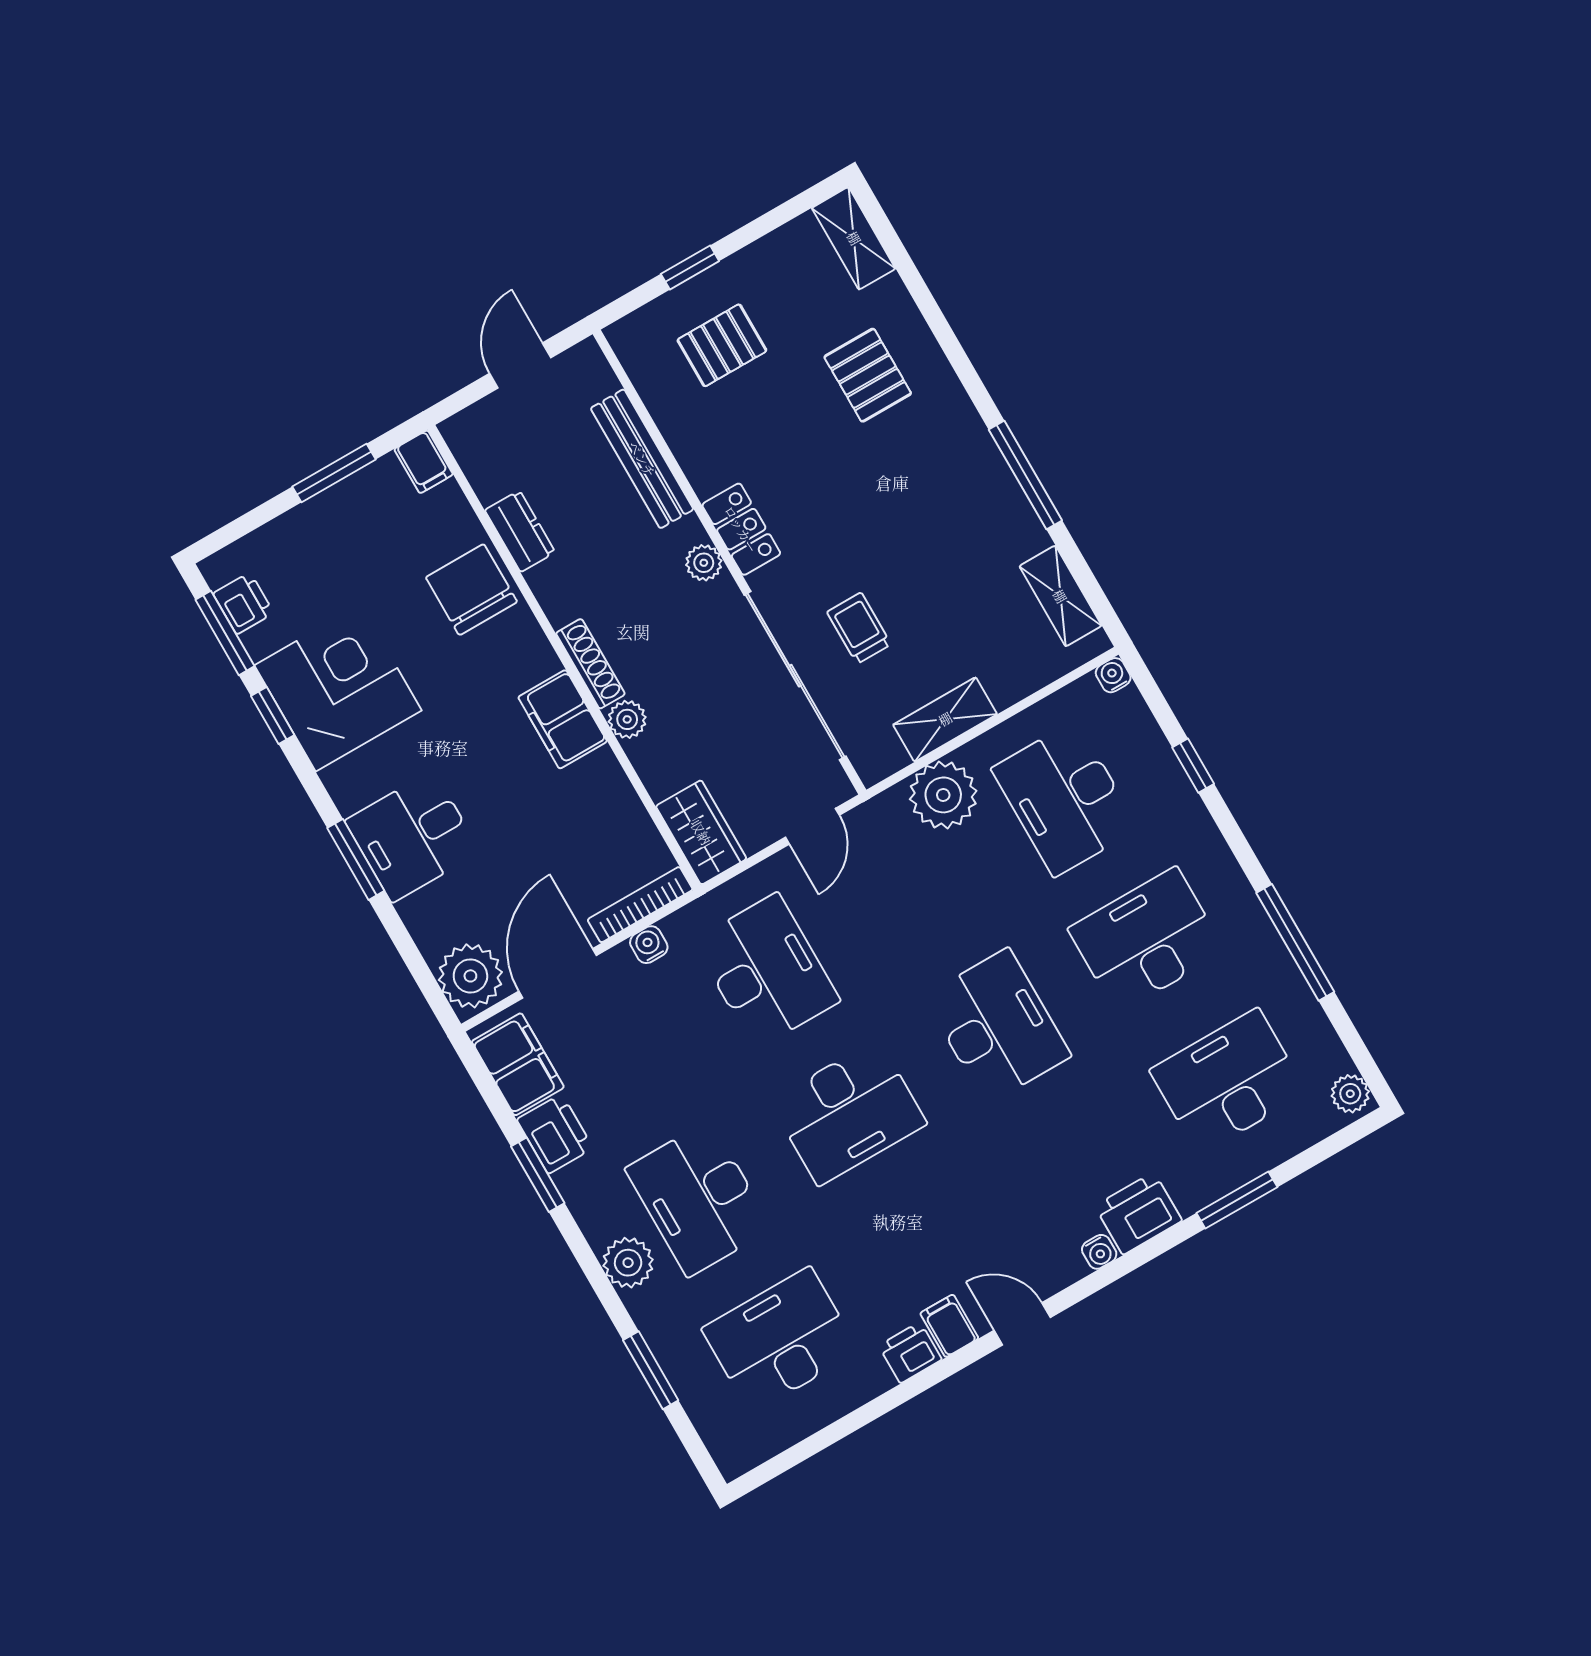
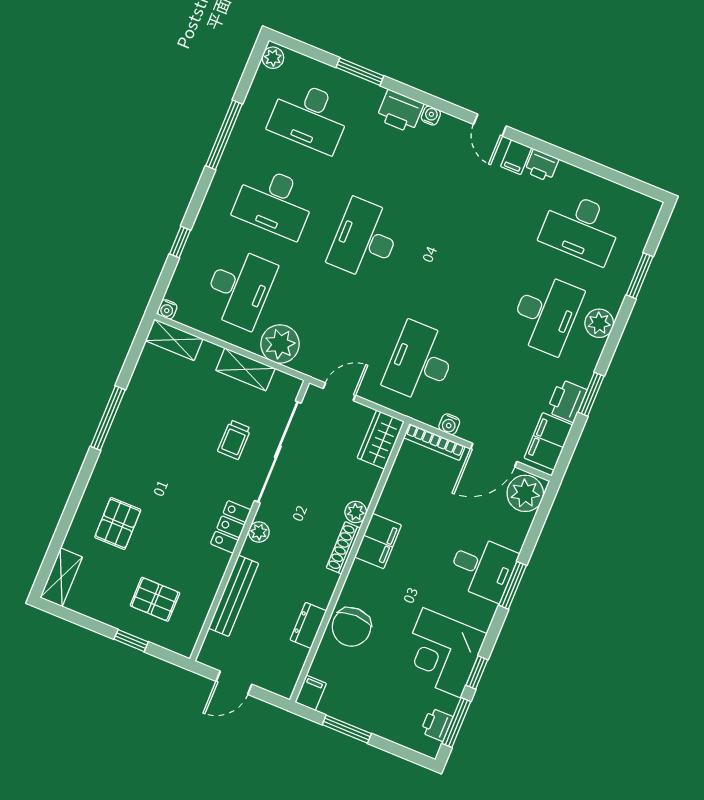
shelving: (1060, 596) -> (174, 340), moved, turned 90
desk: (848, 1112) -> (455, 277), removed

